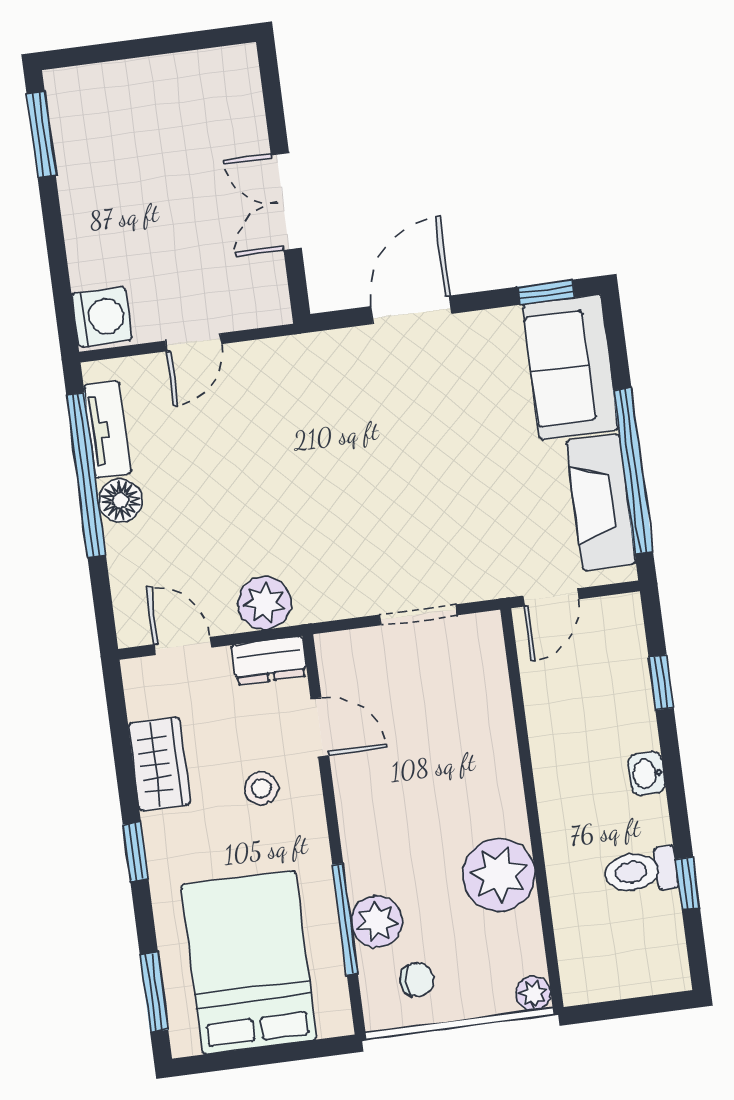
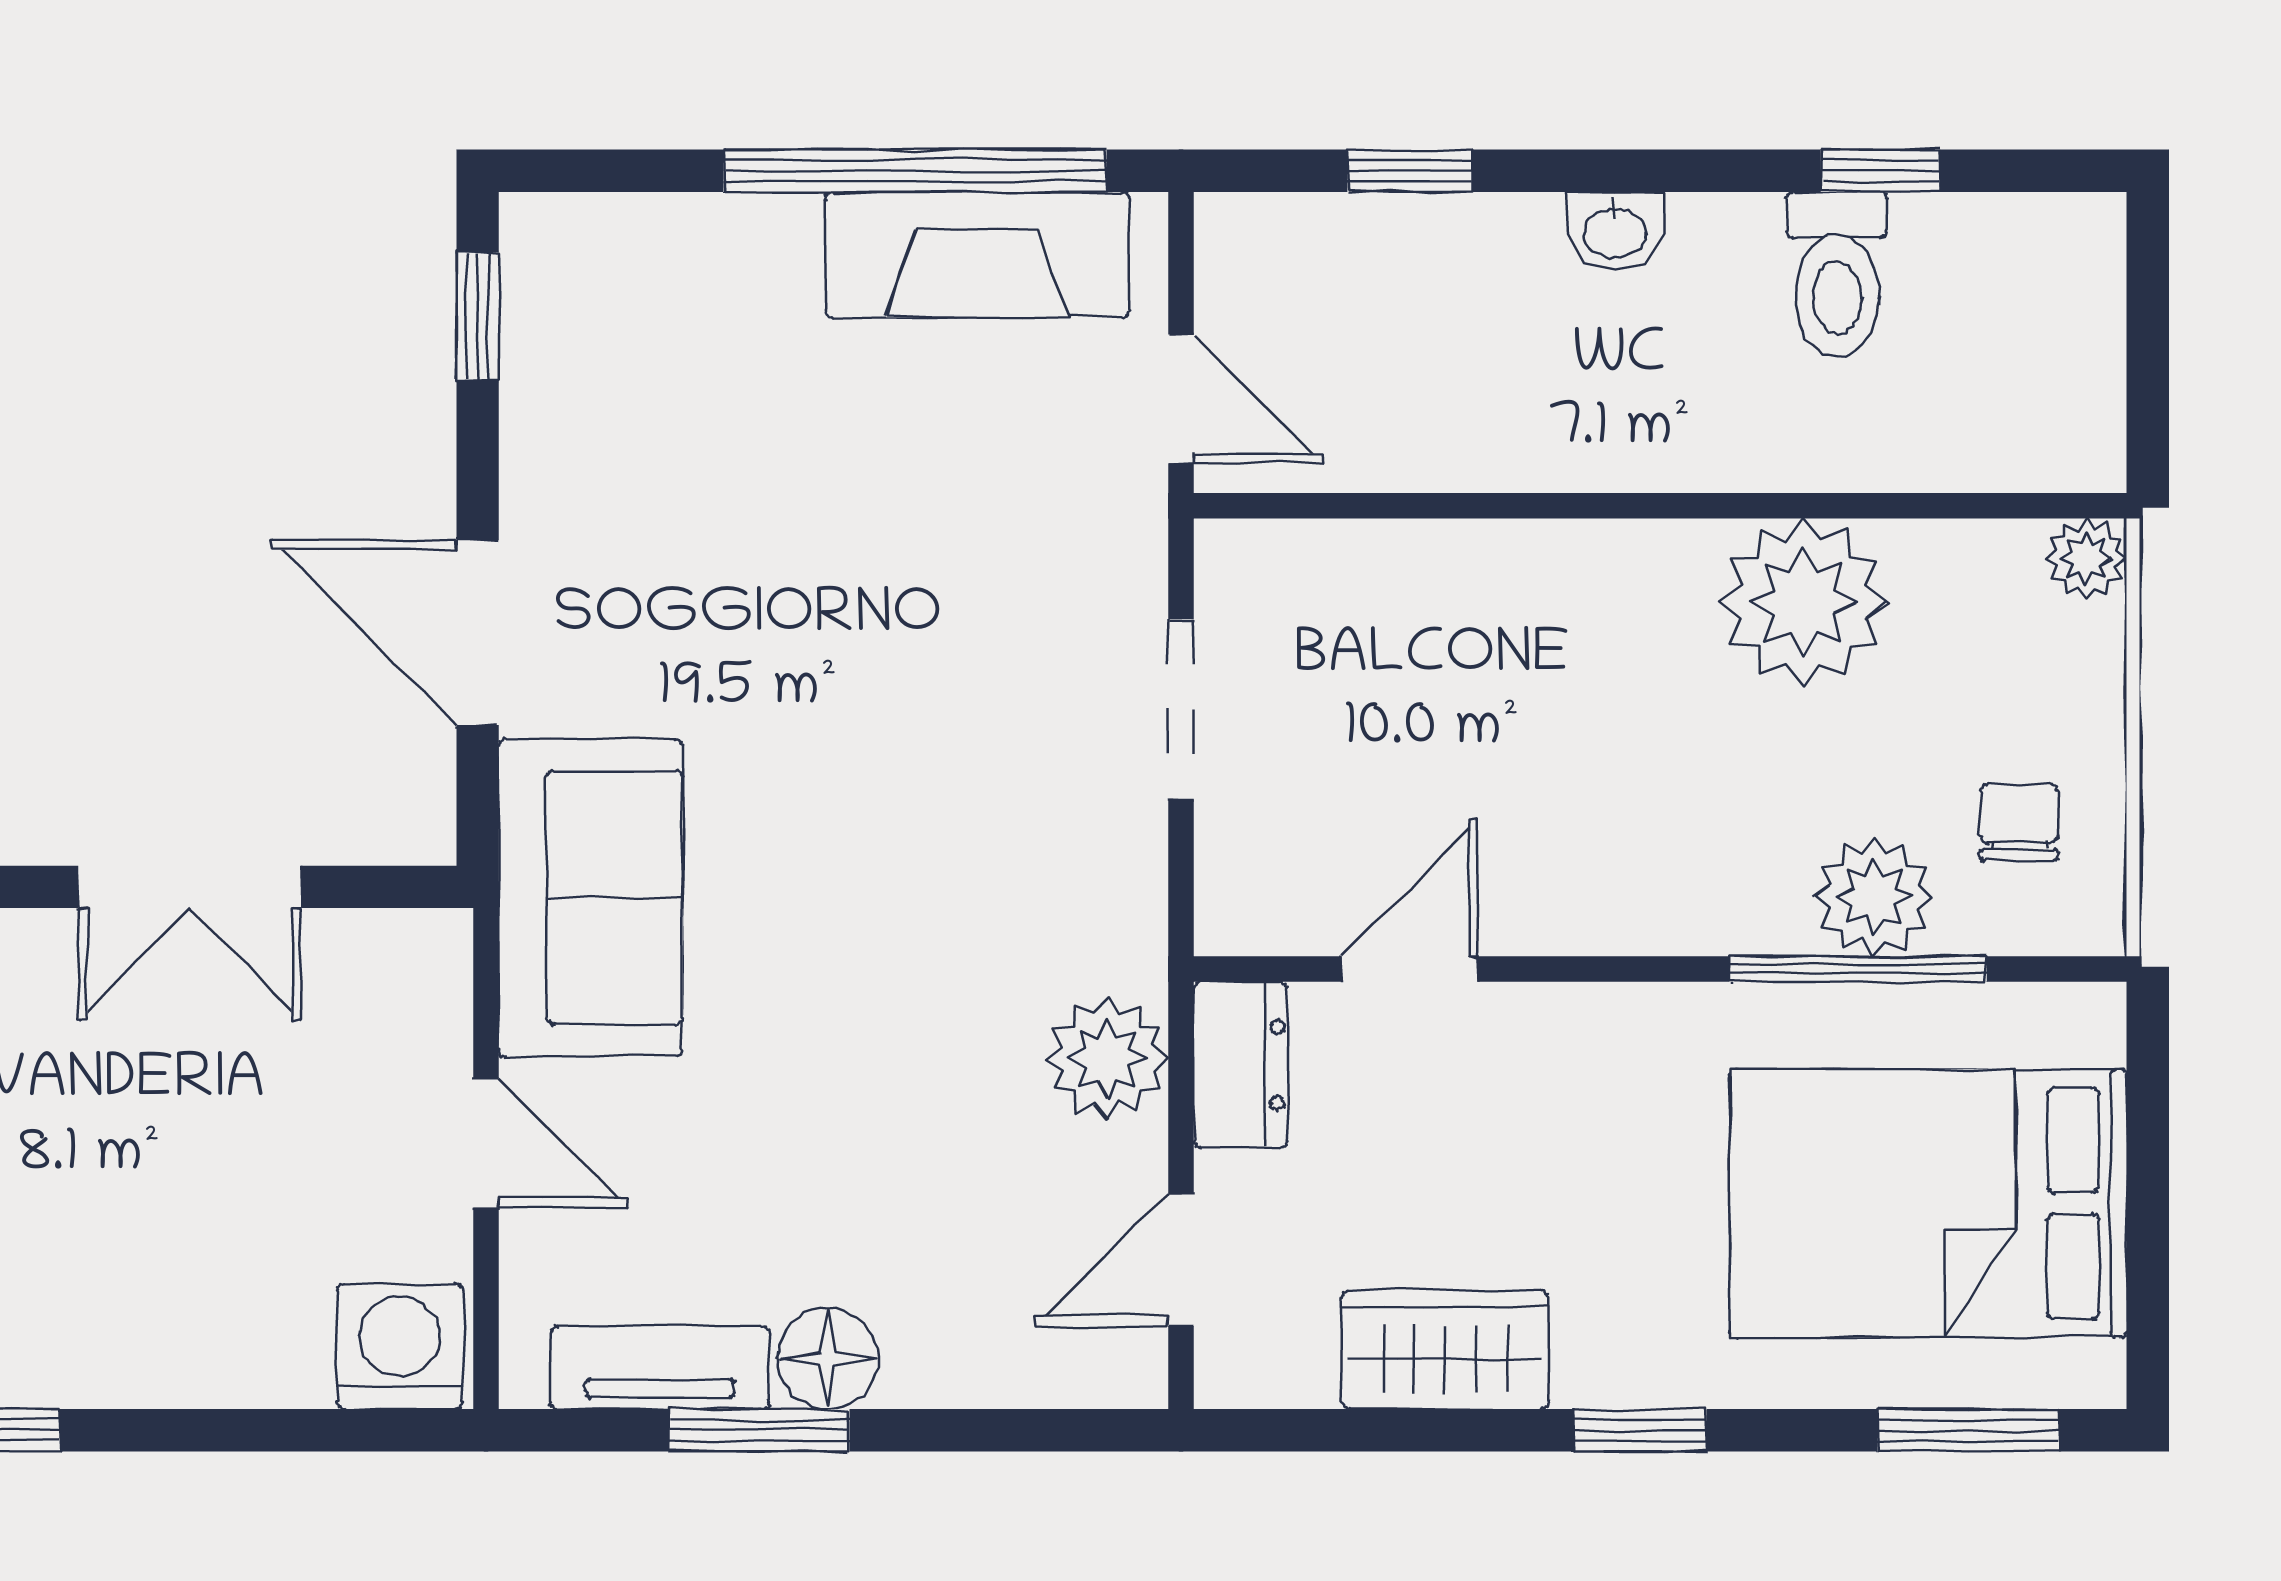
sofa: (570, 367) -> (591, 898), moved, turned -90
window: (86, 475) -> (759, 1430), width x0.47
stool: (261, 788) -> (1532, 1122), removed

